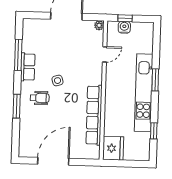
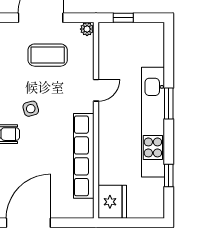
water cooler: (124, 27) -> (123, 31), removed
coffee table: (71, 43) -> (48, 55), added
door: (105, 54) -> (96, 90), moved

